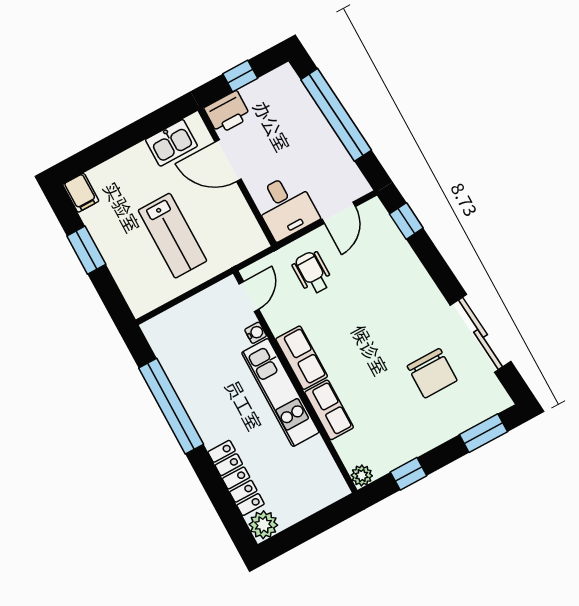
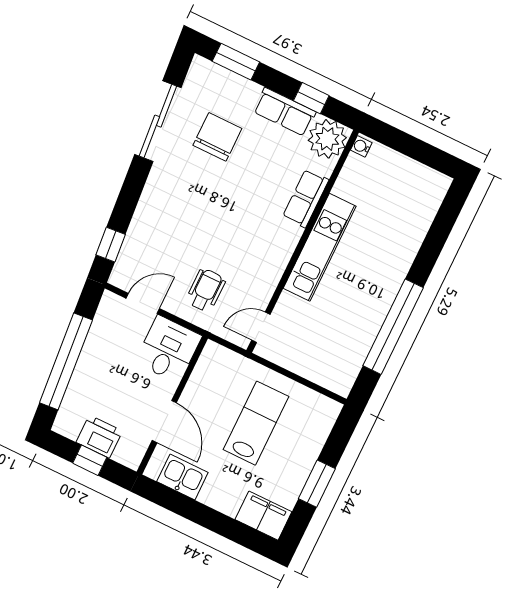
printer: (227, 113) -> (99, 437), moved
filing cabinet: (81, 193) -> (263, 516), width x2.00
wheelchair: (312, 273) -> (206, 290), turned 180
water cooler: (256, 333) -> (361, 146), moved
row of seats: (302, 358) -> (285, 112), moved, turned -90
plant: (362, 476) -> (327, 139), width x1.87, depth x1.87
locker: (236, 478) -> (413, 234), removed
plant: (263, 525) -> (435, 185), removed

